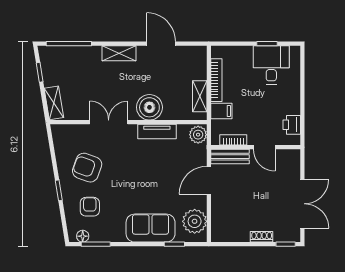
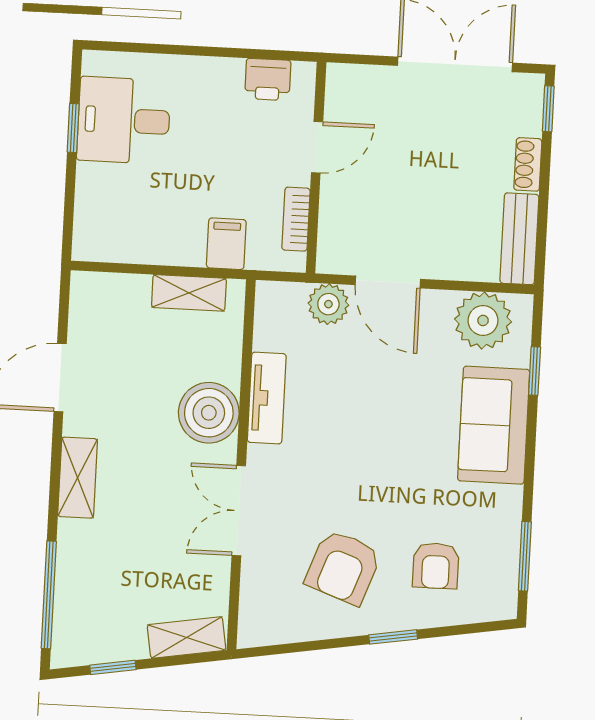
bookcase: (216, 80) -> (153, 252), removed
plant: (198, 135) -> (328, 304), moved
bench: (230, 157) -> (519, 239), moved
armchair: (90, 207) -> (436, 566), turned -90
floor lamp: (83, 236) -> (504, 586), removed

